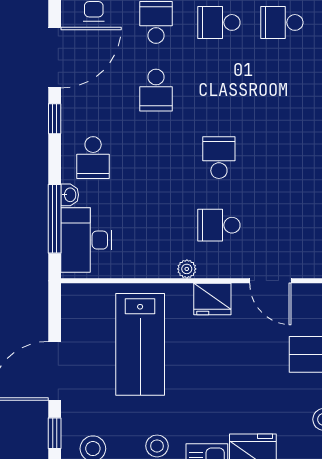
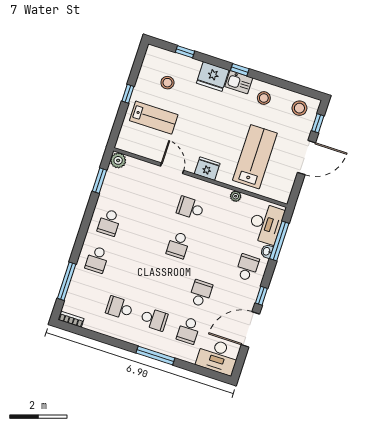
school desk: (282, 22) -> (119, 308), turned 180
school desk: (219, 225) -> (190, 208), turned 180
plant: (187, 269) -> (236, 196), moved

